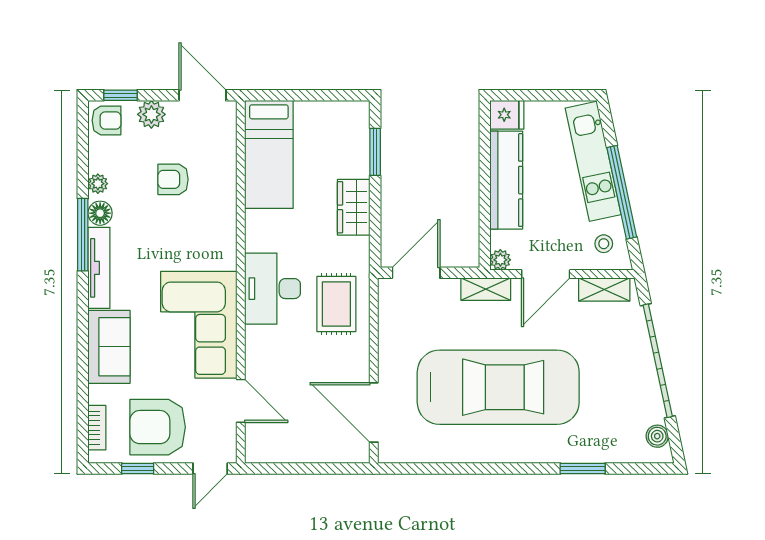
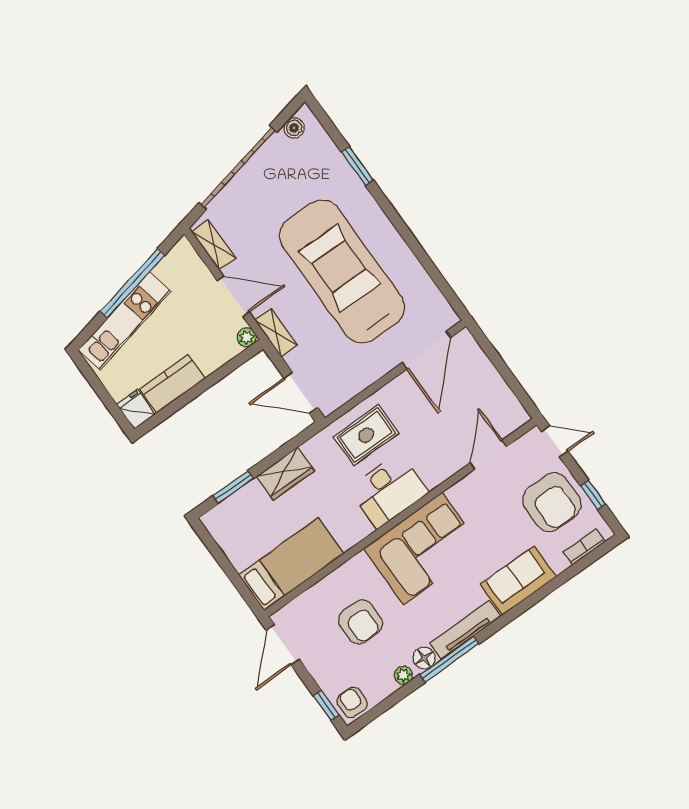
plant: (151, 114) -> (324, 672), removed
armchair: (173, 179) -> (360, 622), width x1.38, depth x1.38
kitchen counter: (506, 180) -> (172, 384), width x0.67
stool: (604, 244) -> (180, 269), removed
corner sofa: (199, 325) -> (423, 549), moved

